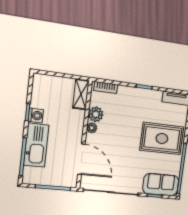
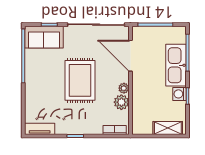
shelving: (81, 94) -> (168, 128), moved, turned 90
rug: (162, 138) -> (80, 80), moved, turned 90

